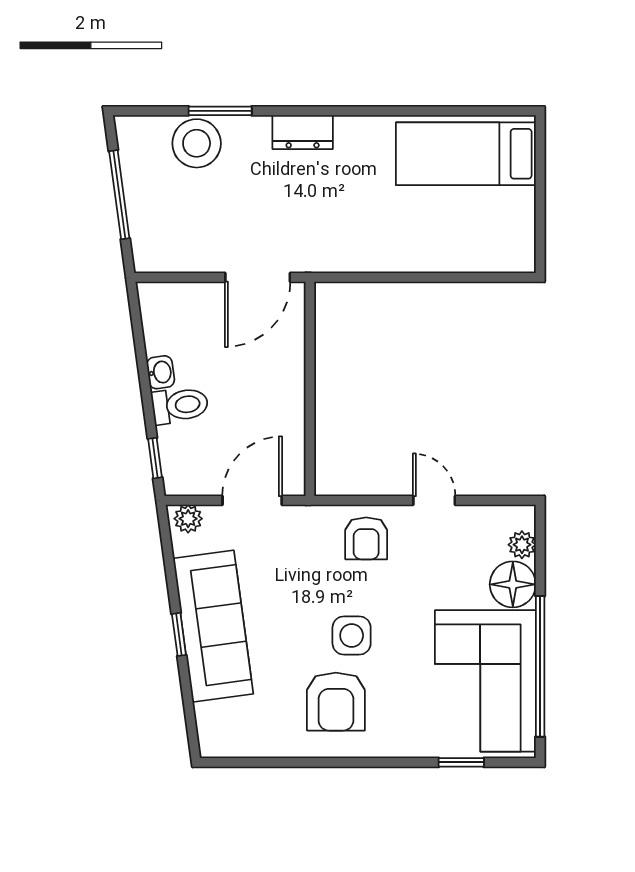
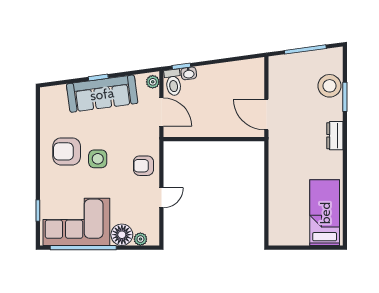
washbasin: (161, 372) -> (189, 73), moved
toilet: (180, 405) -> (173, 82), moved

